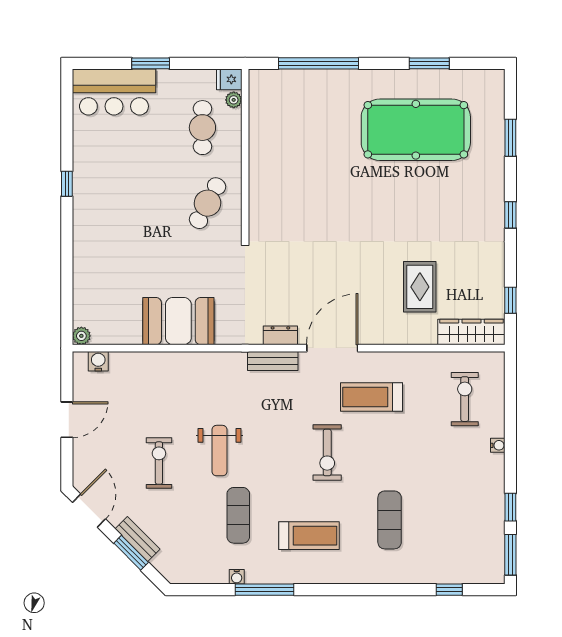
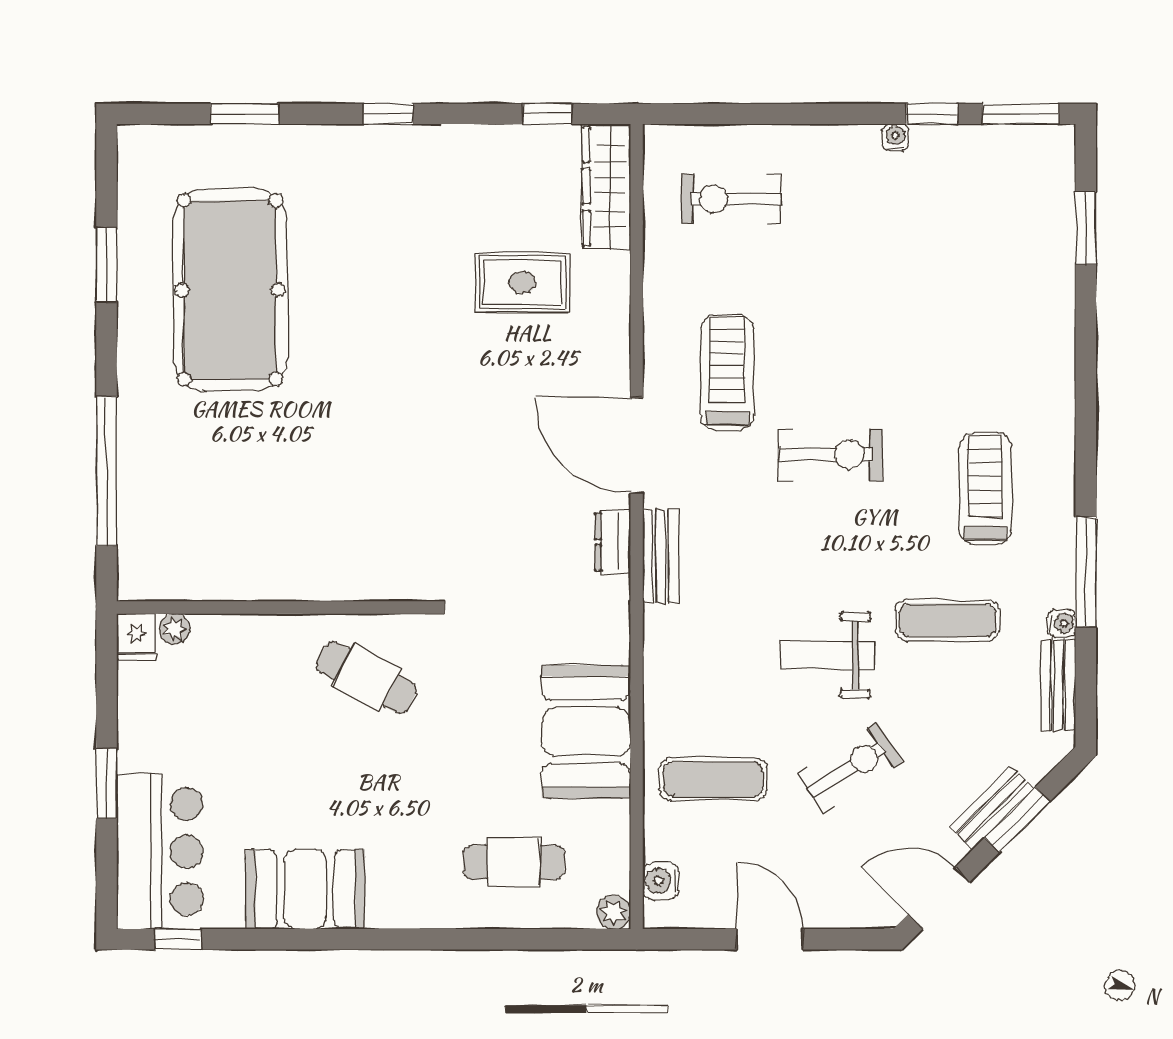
cafe table: (202, 128) -> (514, 862), moved
booth: (94, 170) -> (305, 889), added
window: (67, 184) -> (178, 939), moved
treadmill: (371, 397) -> (727, 372), turned 180
water cooler: (498, 445) -> (895, 137), moved
weight bench: (219, 451) -> (827, 655), turned 180
exercise bike: (159, 463) -> (850, 768), turned 147
exercise mat: (390, 520) -> (713, 779), moved
bench: (203, 575) -> (1058, 686), added
window: (449, 590) -> (1086, 228), width x1.50

